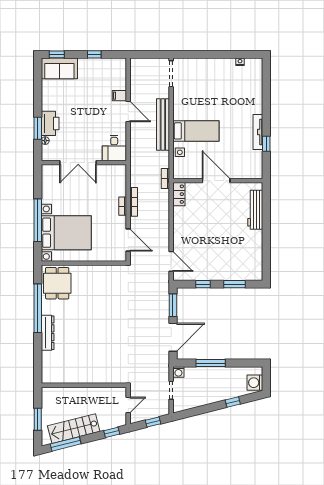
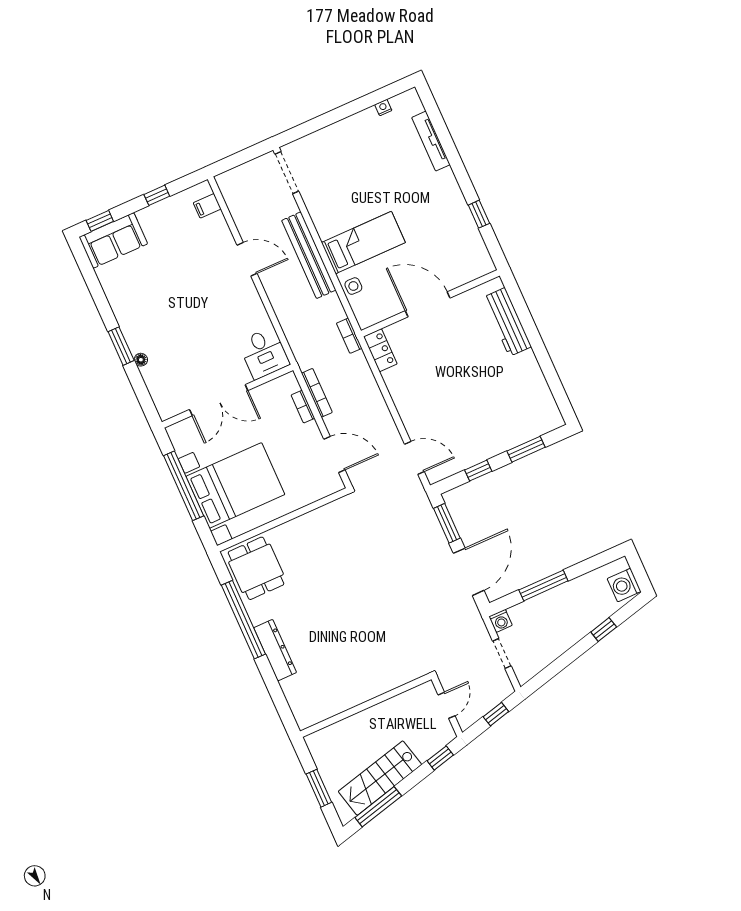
filing cabinet: (119, 96) -> (207, 206), moved
printer: (50, 123) -> (137, 330), removed
tv unit: (258, 132) -> (431, 141), moved
desk: (114, 148) -> (264, 353), moved
double door: (78, 163) -> (219, 400), moved
wall: (84, 163) -> (227, 396), moved

